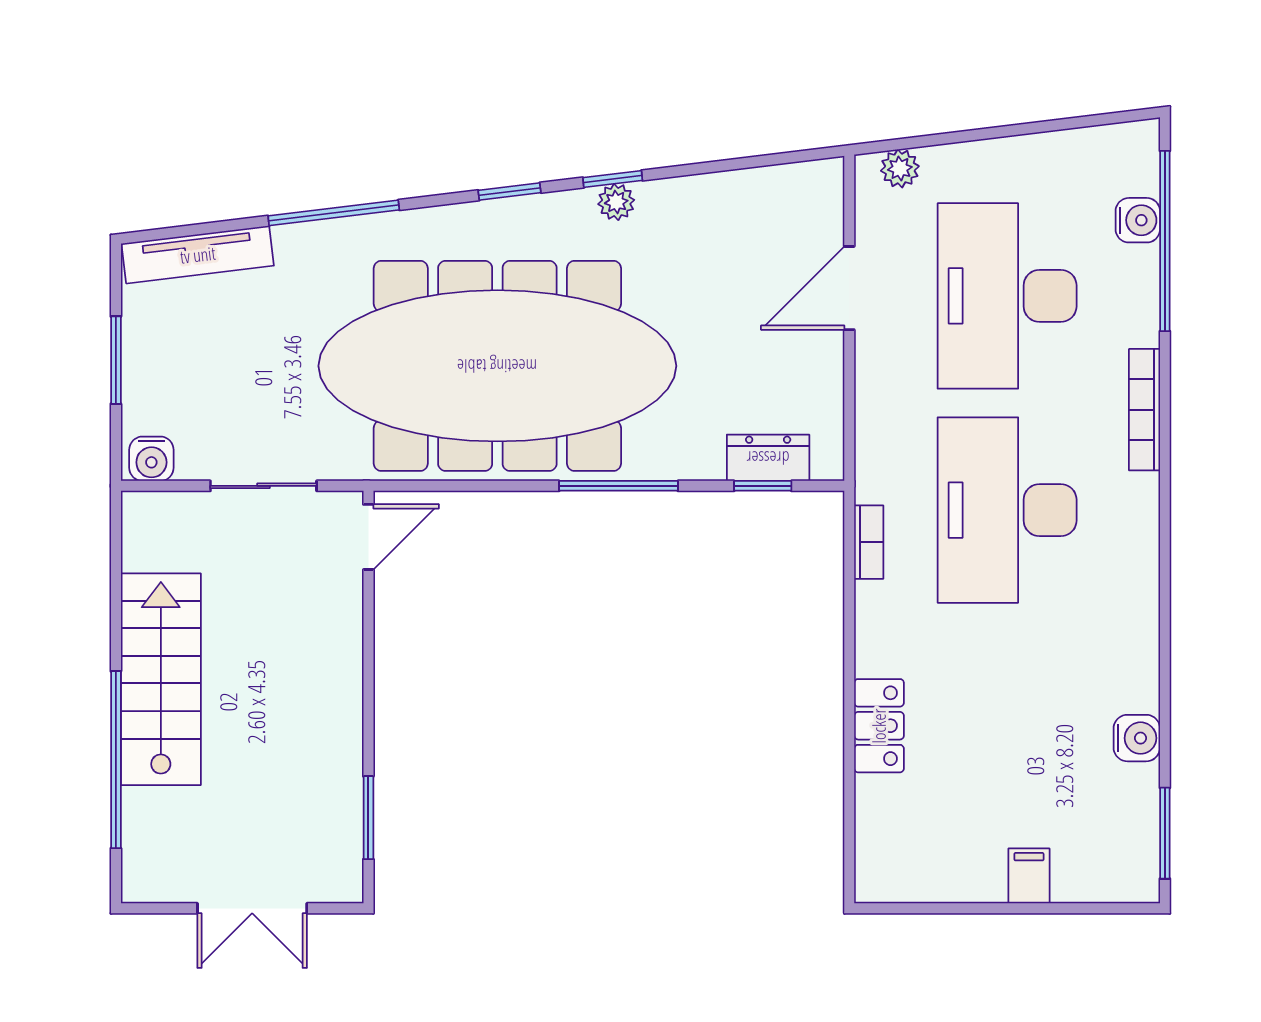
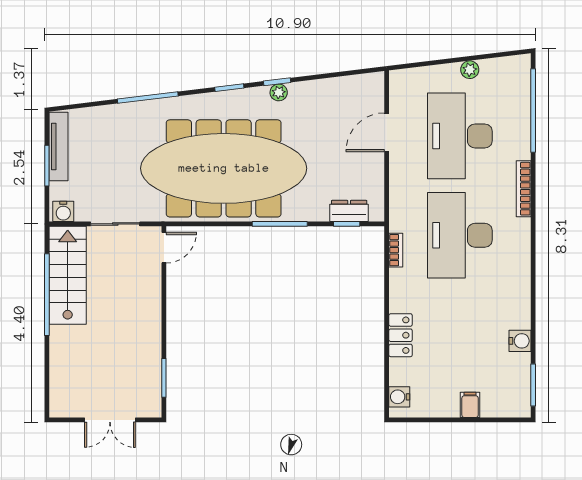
plant: (900, 168) -> (470, 70), moved
water cooler: (1138, 220) -> (399, 397), moved, turned 180
tv unit: (198, 255) -> (58, 146), moved, turned -83
stairs: (161, 679) -> (68, 275), moved
window: (116, 760) -> (47, 295), moved

